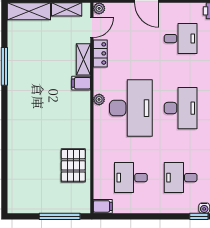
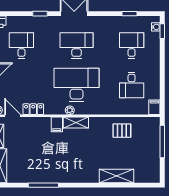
shelving: (83, 59) -> (76, 123), moved
shelving: (16, 159) -> (116, 176), added
pallet: (73, 165) -> (122, 131), width x0.67, depth x0.71
desk: (181, 178) -> (132, 46), turned 180

